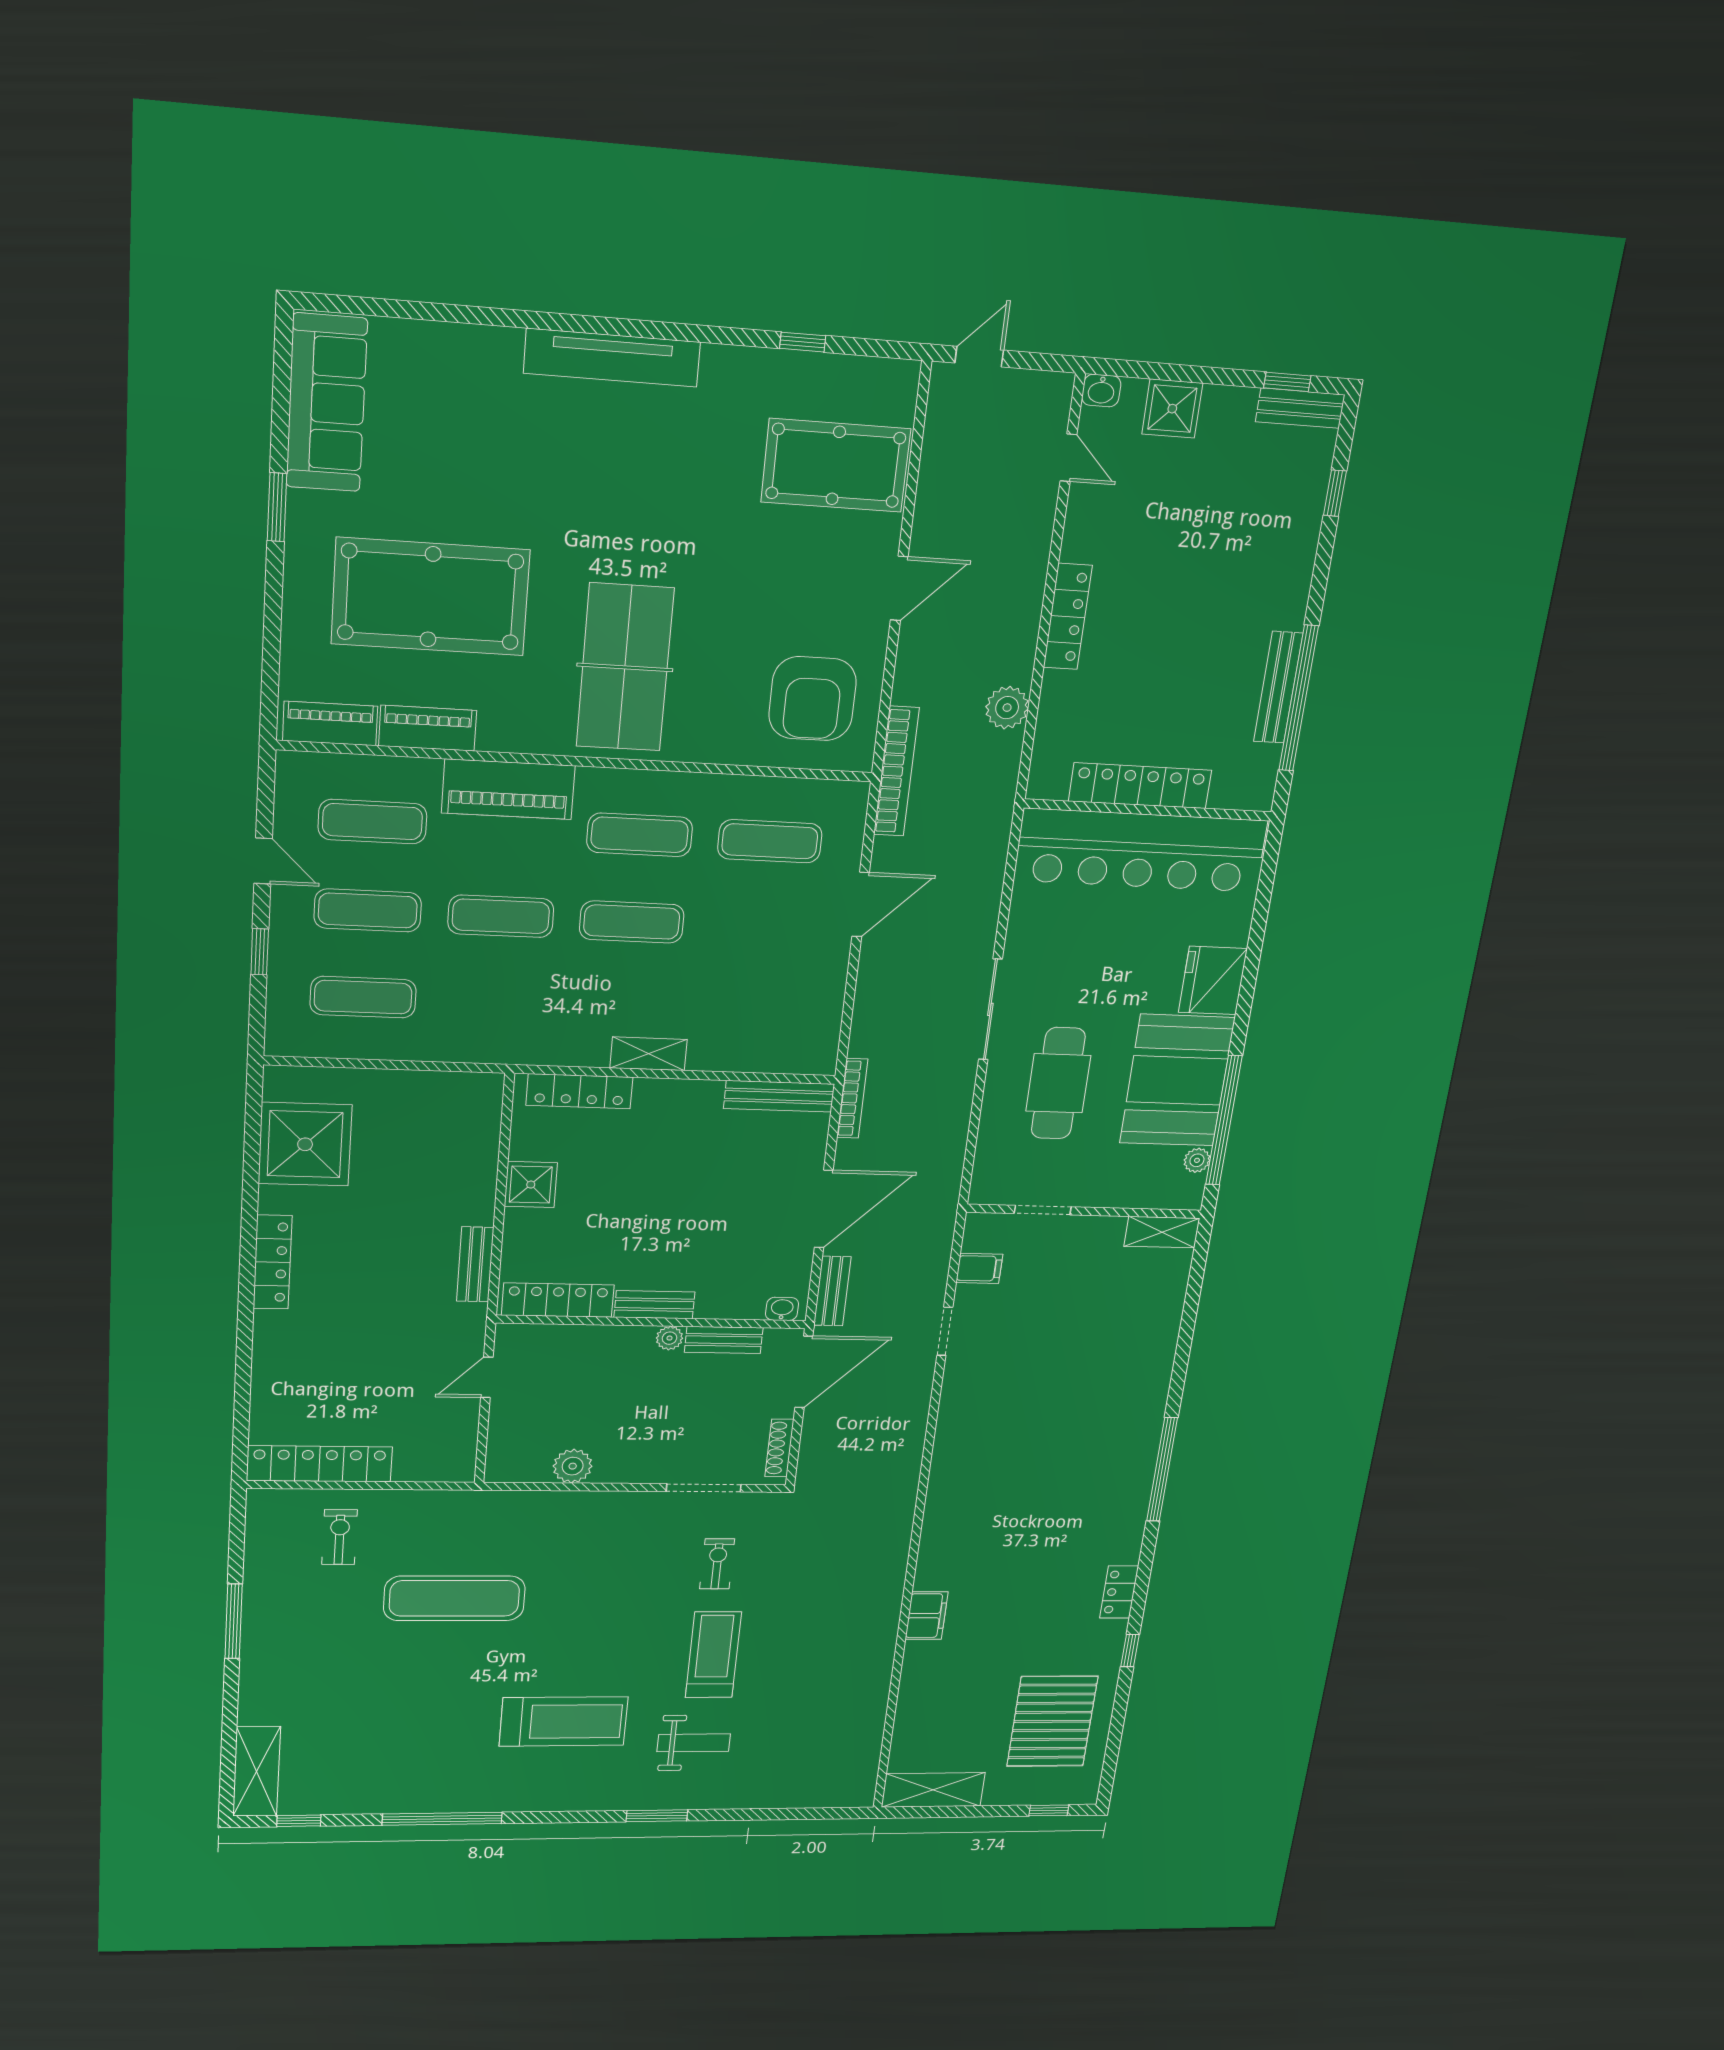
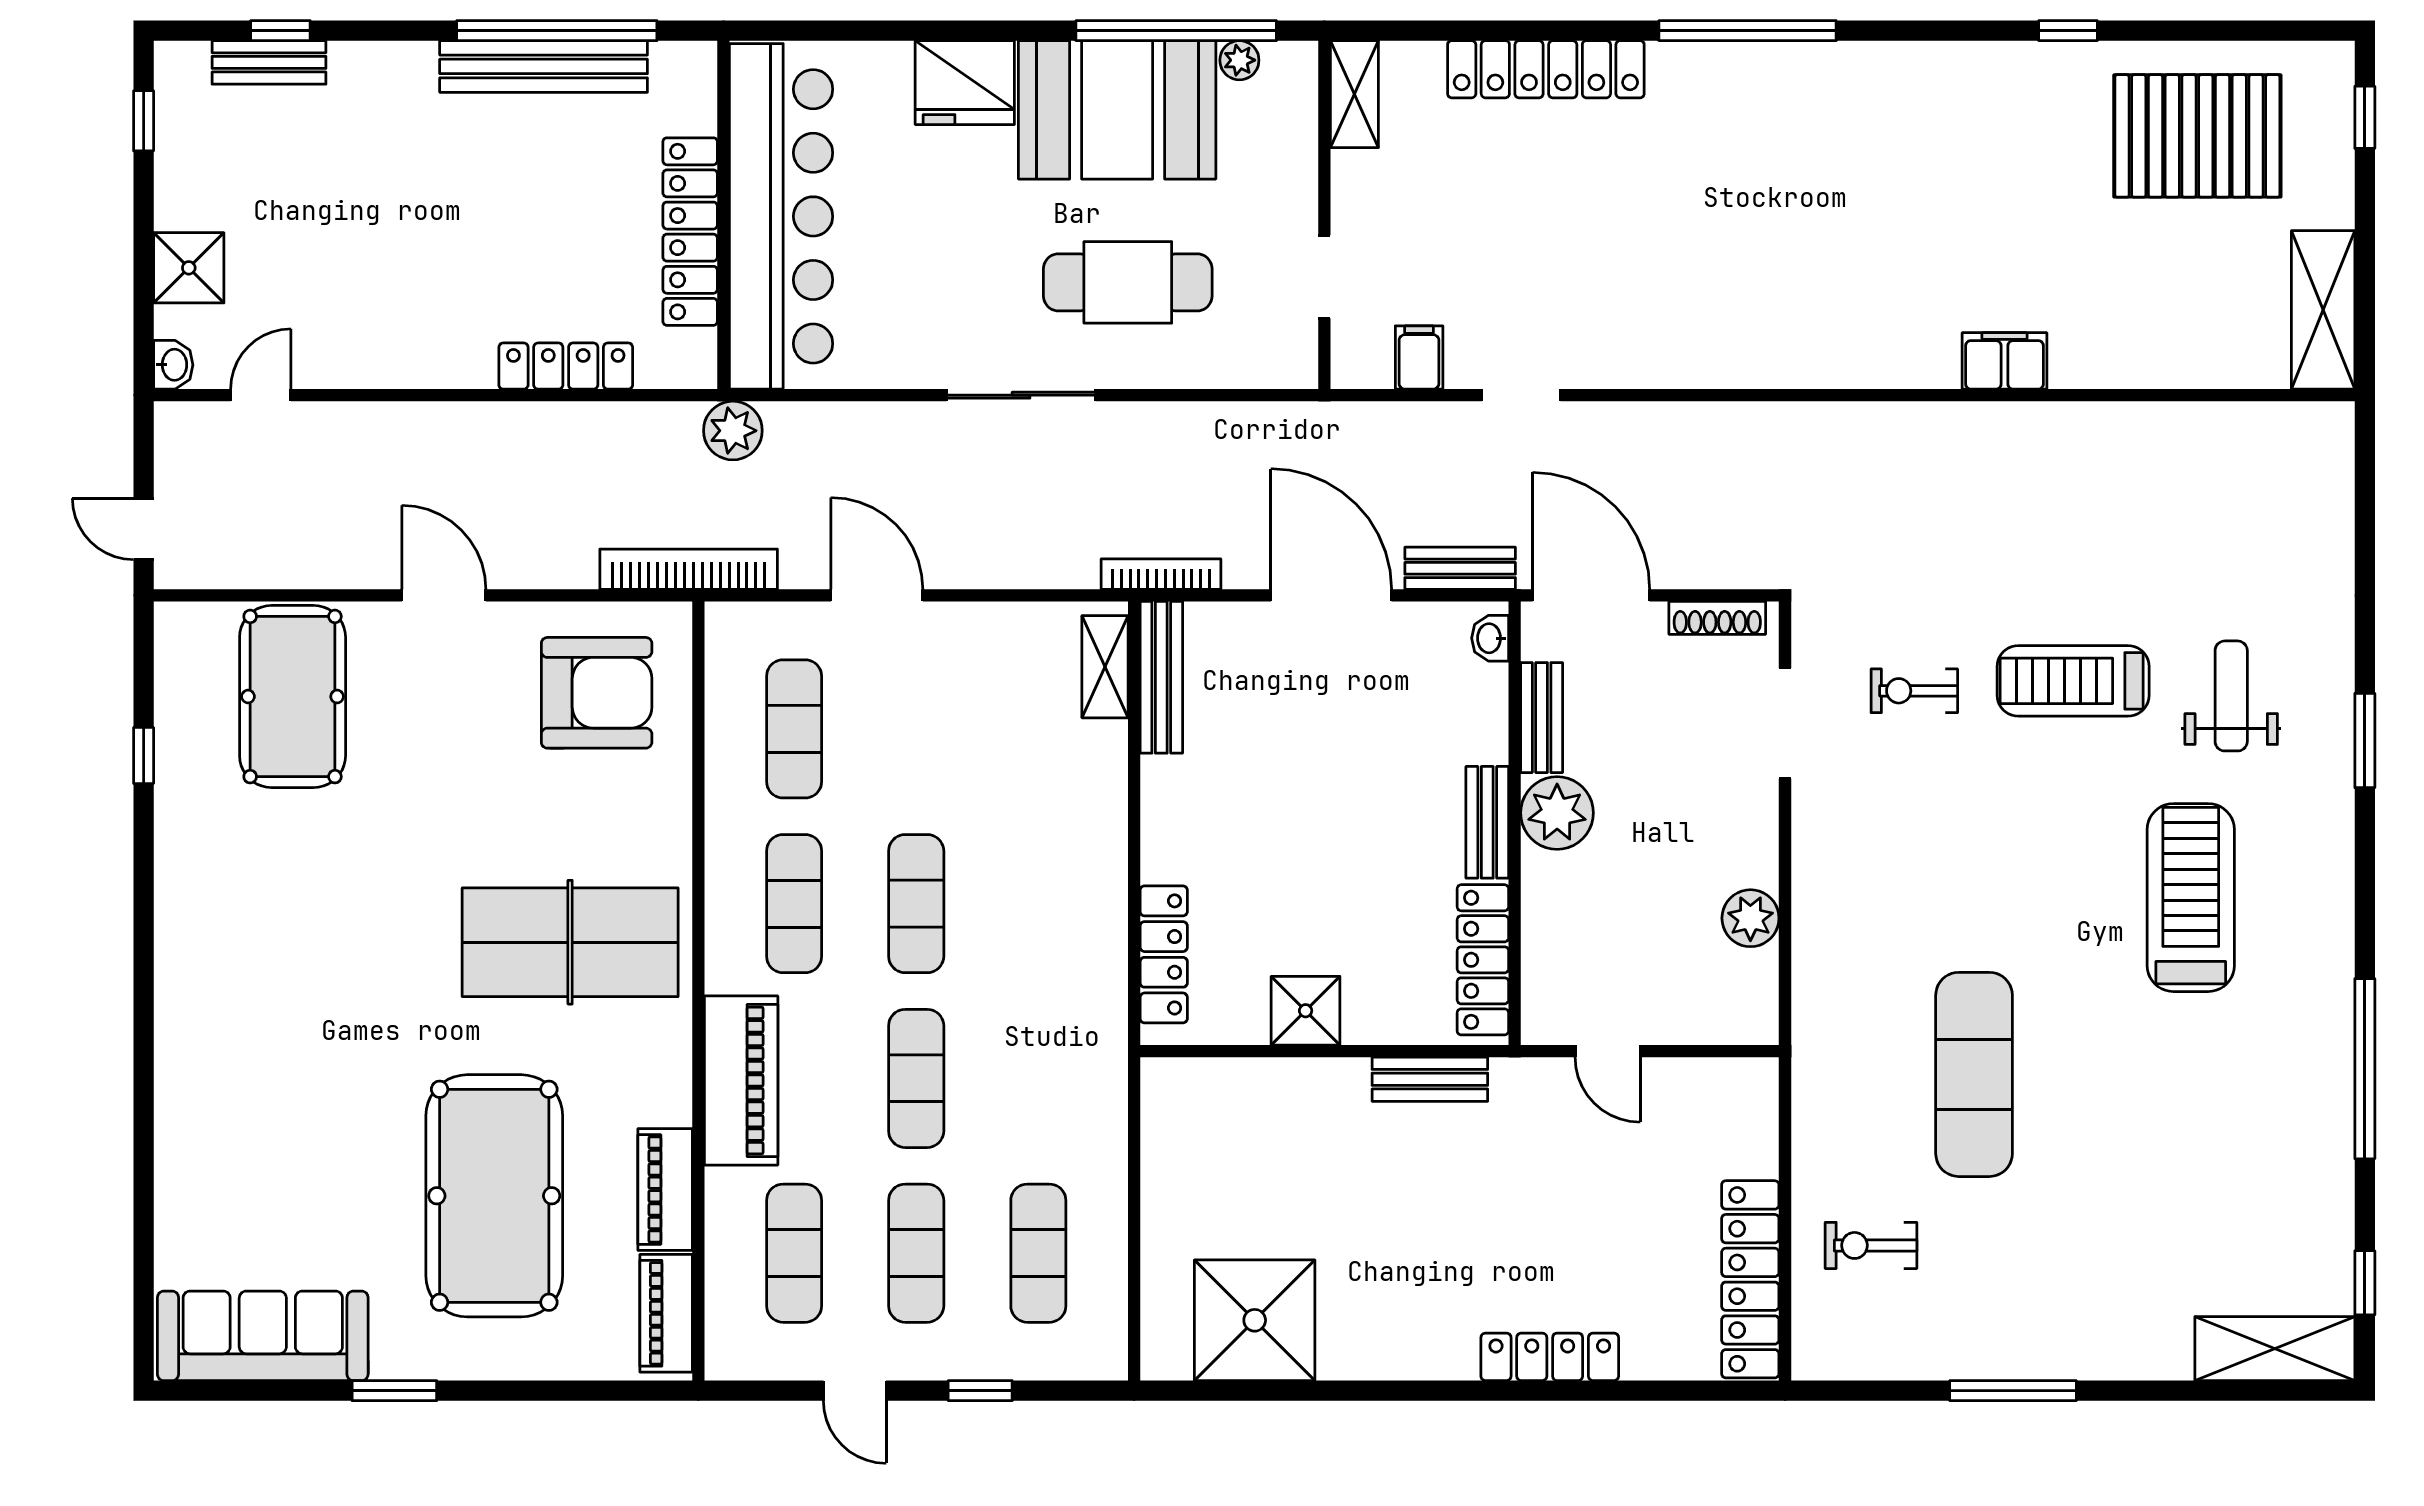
tv unit: (612, 358) -> (181, 991), removed
bench: (1300, 408) -> (269, 62), moved, turned 90
locker: (1068, 617) -> (566, 366), moved
bench: (1278, 687) -> (544, 66), width x1.37, depth x1.21
plant: (1007, 708) -> (733, 431), moved
door: (263, 861) -> (855, 1391), swing flipped
shelving: (648, 1054) -> (1105, 667), moved
locker: (273, 1262) -> (1550, 1357), moved
plant: (670, 1338) -> (1557, 813), width x1.88, depth x1.88
locker: (1119, 1592) -> (1546, 69), moved, width x2.16, depth x1.21

